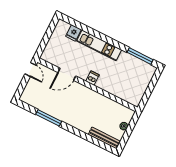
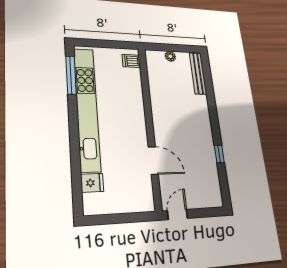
kitchen unit: (99, 45) -> (87, 108), width x1.86
dishwasher: (92, 78) -> (131, 61), moved
window: (49, 118) -> (219, 154), width x0.46

